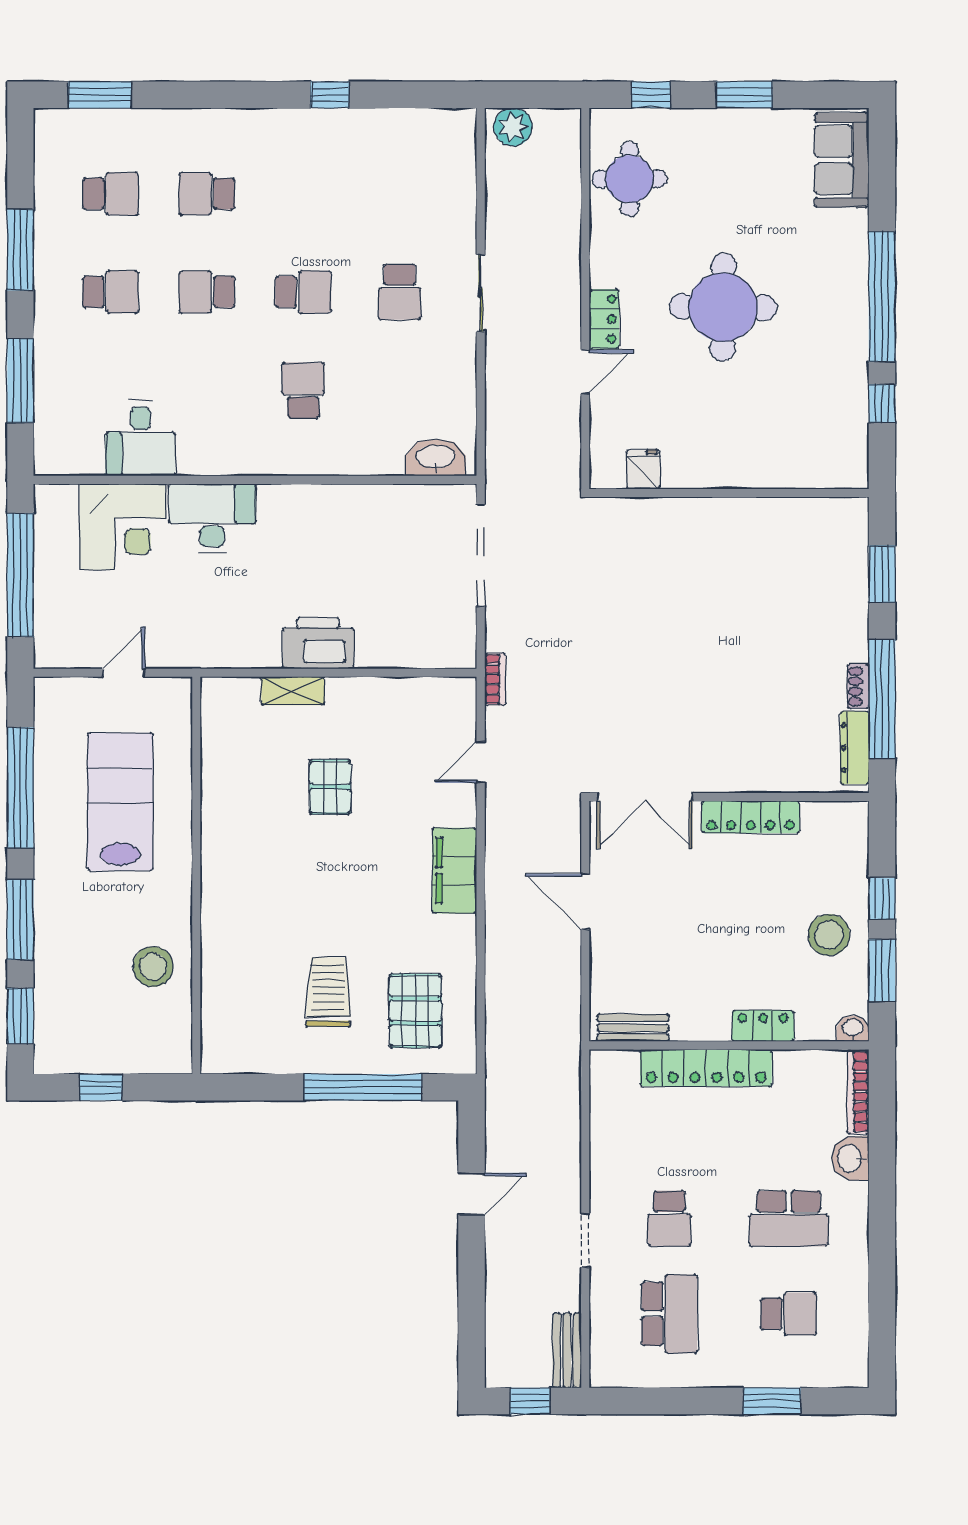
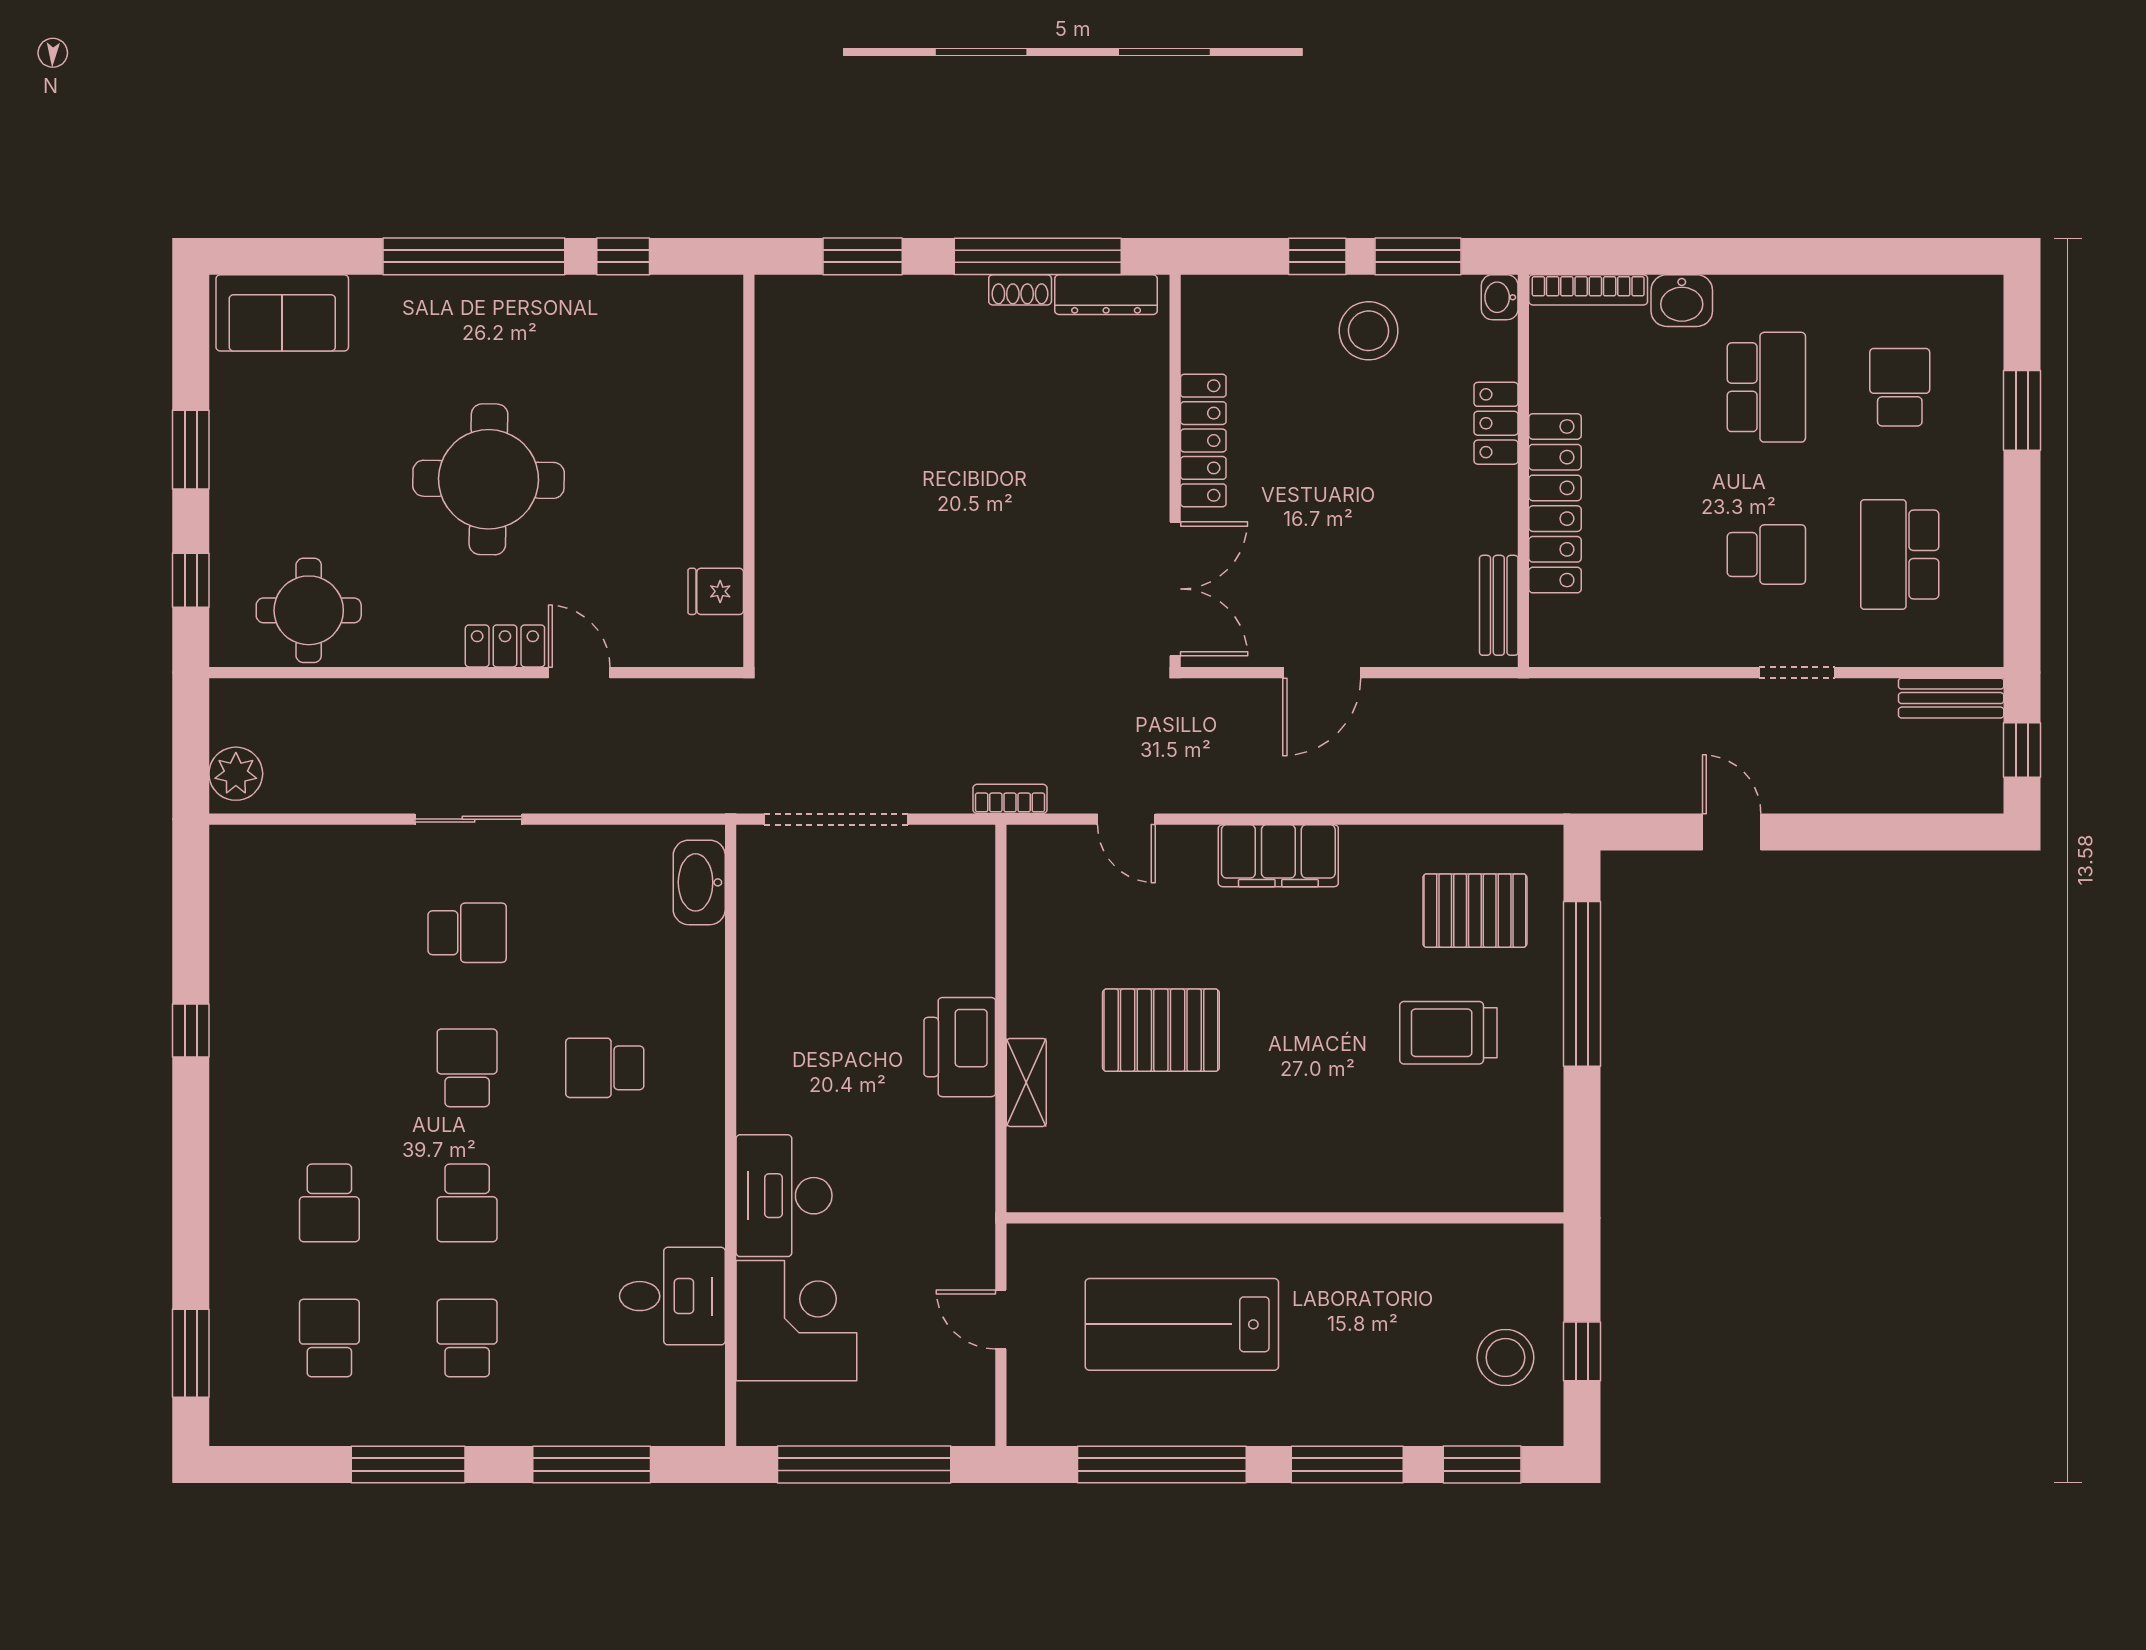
pallet: (330, 787) -> (1161, 1030), width x1.50, depth x1.42
stool: (153, 967) -> (1505, 1358), moved
school desk: (669, 1314) -> (1900, 554), turned -90

